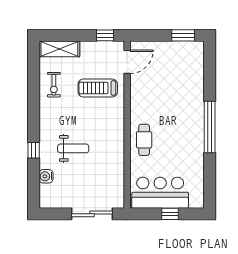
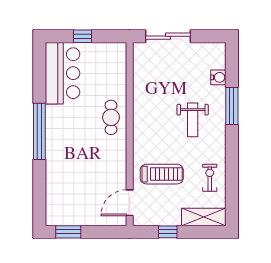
window: (105, 35) -> (168, 232), moved
weight bench: (73, 148) -> (193, 120), moved, turned -90
window: (34, 150) -> (232, 106), width x2.17
bar counter: (160, 193) -> (62, 73), moved, turned -90

